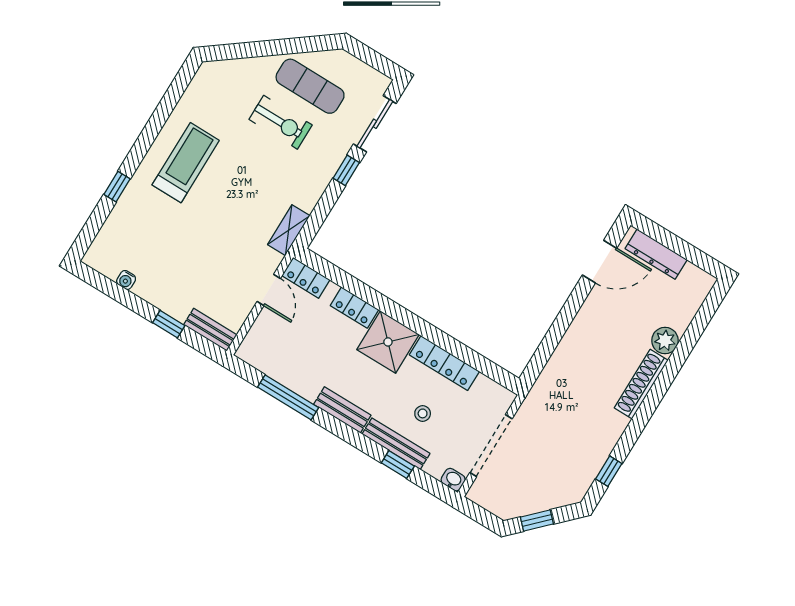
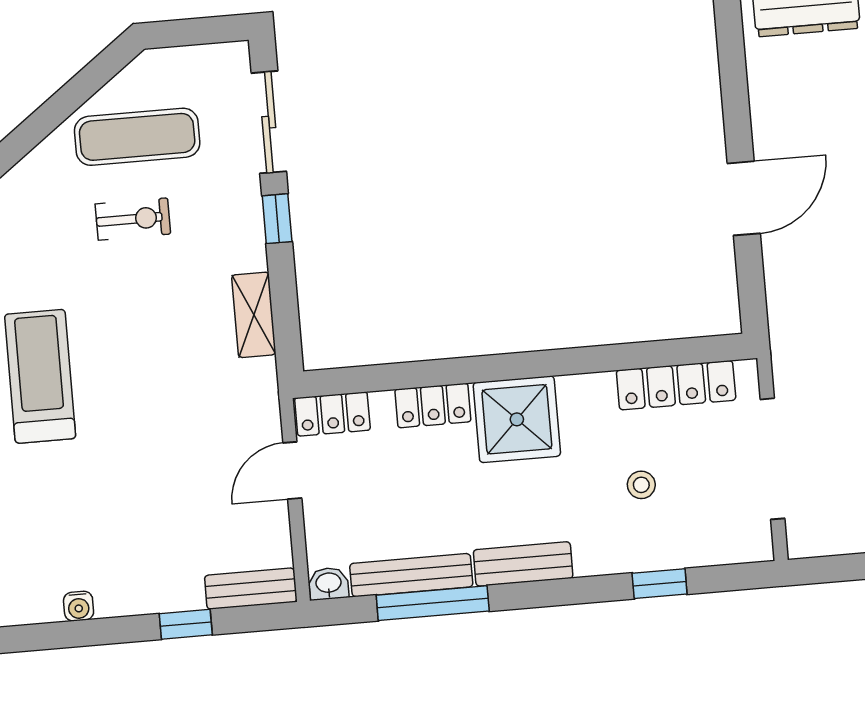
exercise bike: (281, 122) -> (133, 219), width x0.73, depth x0.72
shelving: (289, 230) -> (254, 315), moved
door: (600, 262) -> (744, 198), moved
door: (269, 290) -> (292, 471), swing flipped
locker: (444, 363) -> (676, 385), moved
bench: (396, 444) -> (411, 575), moved
washbasin: (453, 480) -> (329, 584), moved

